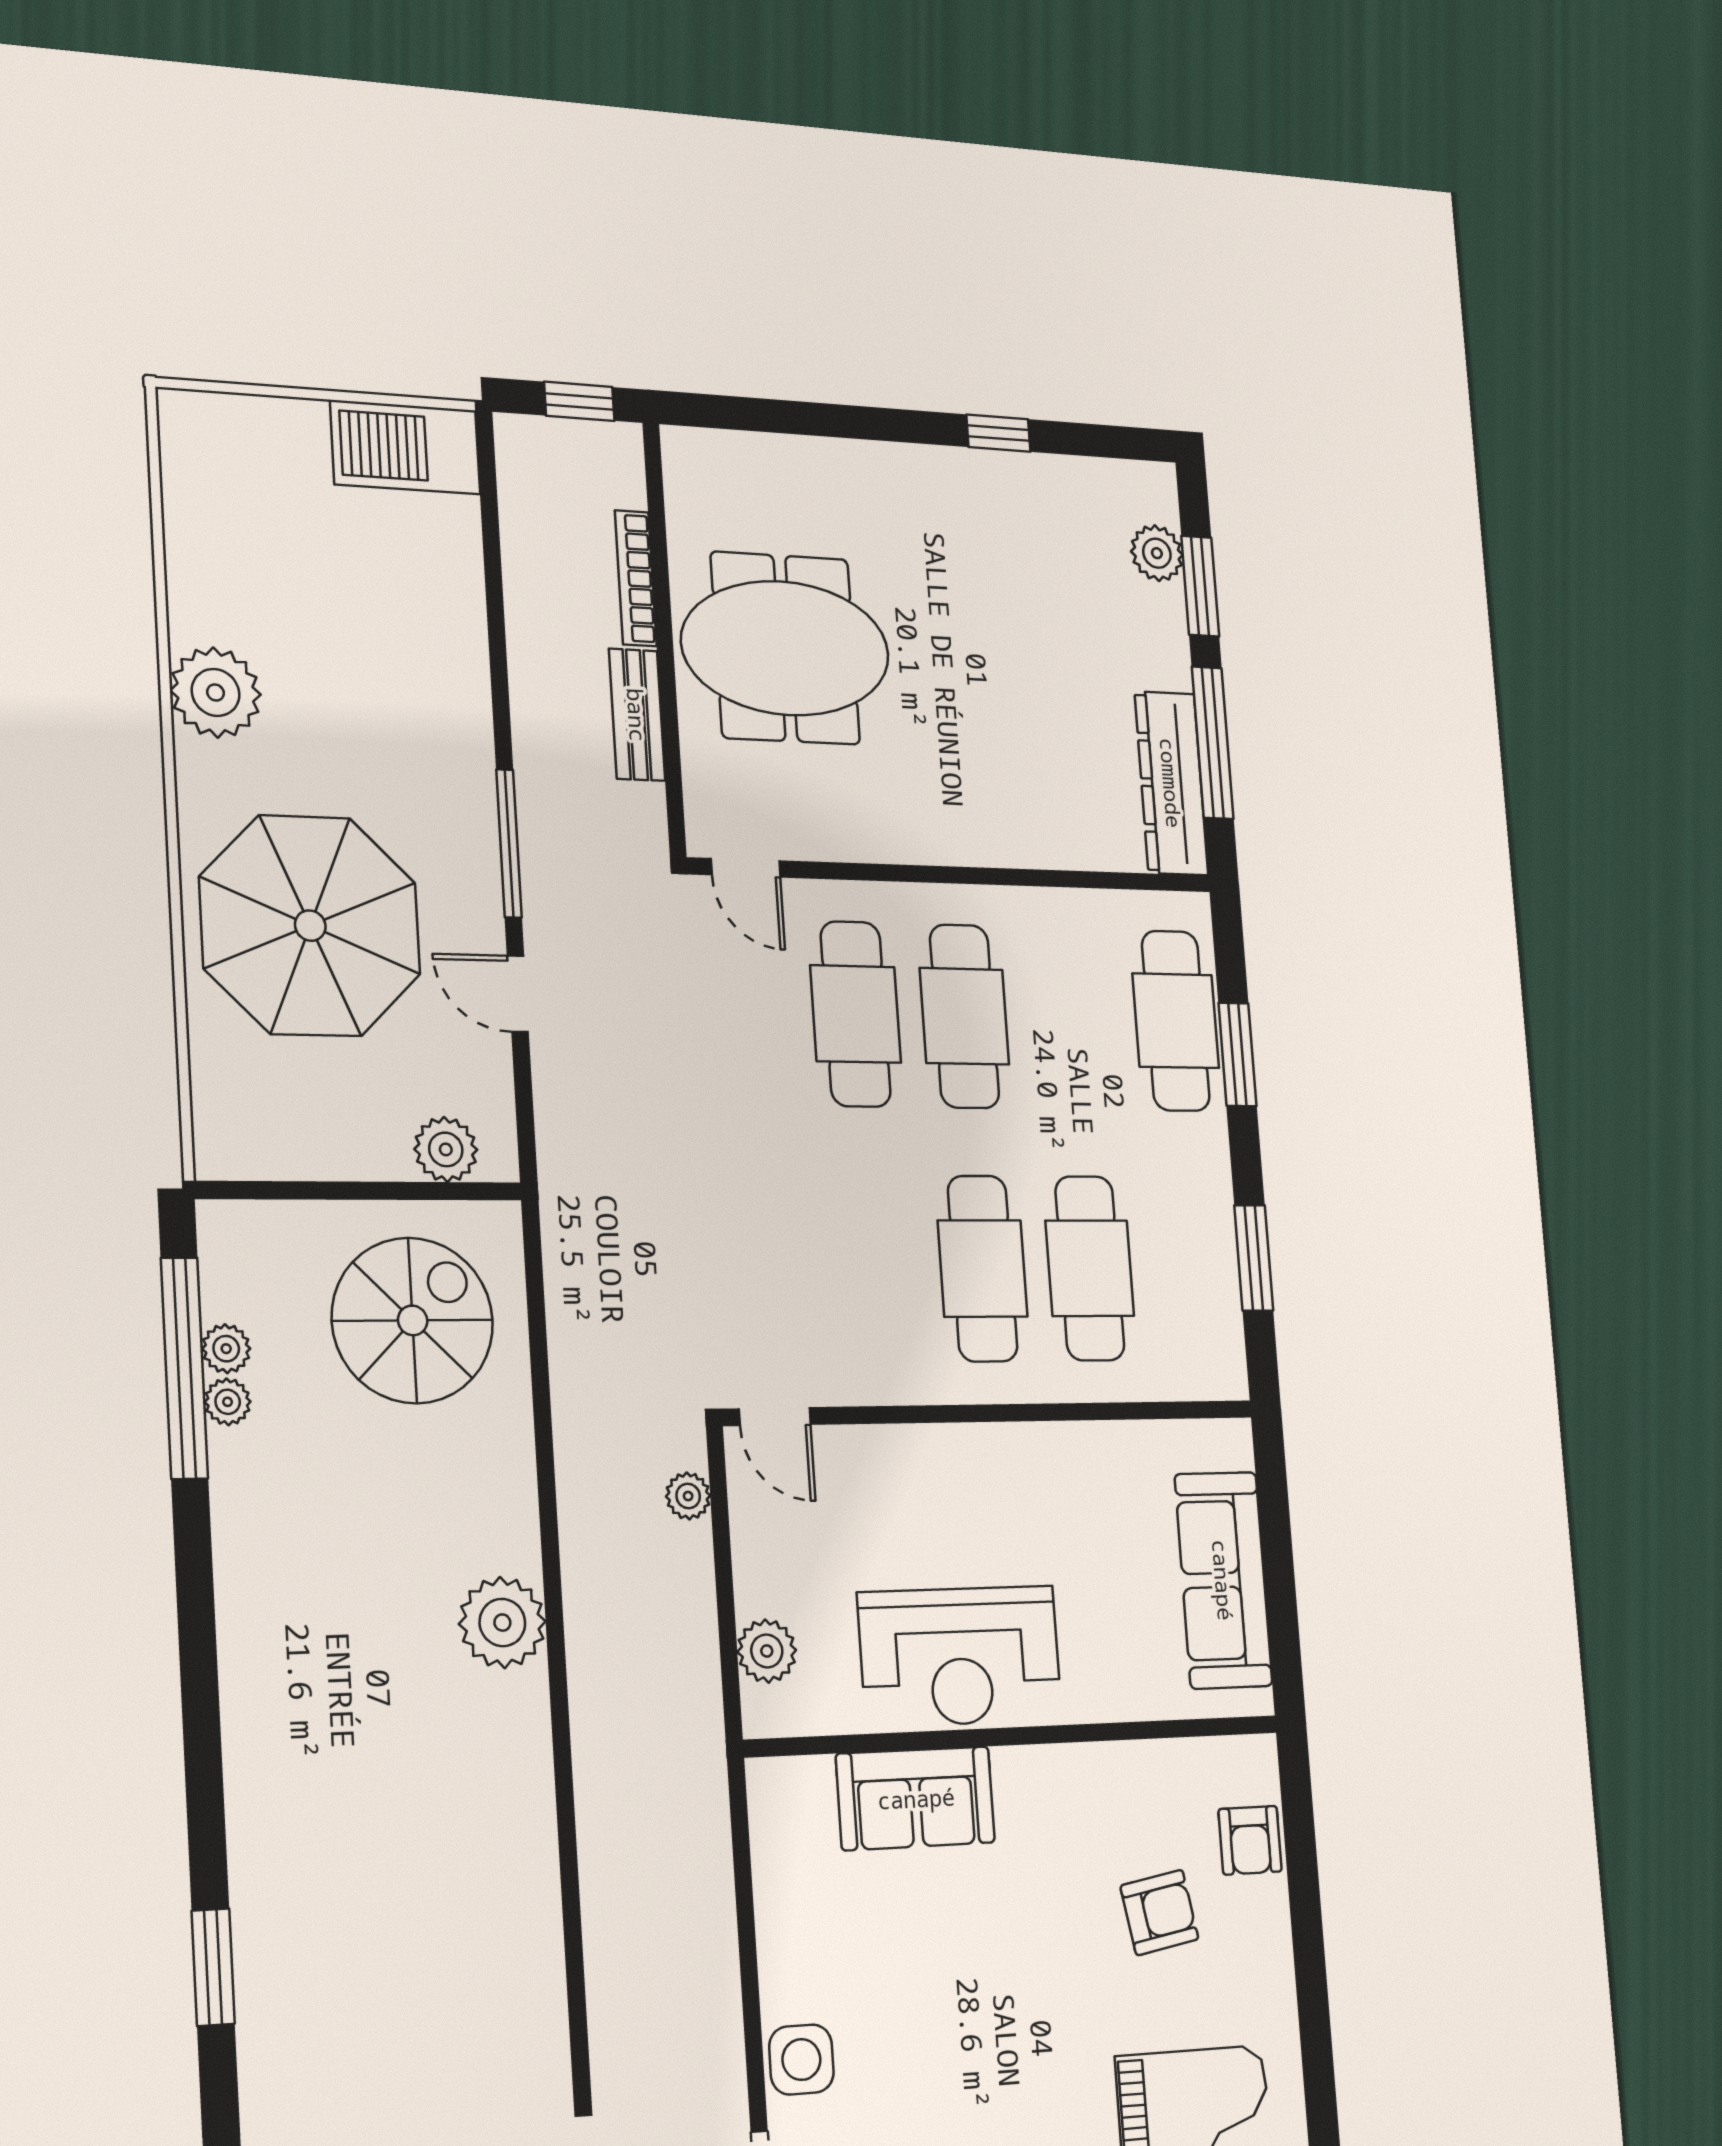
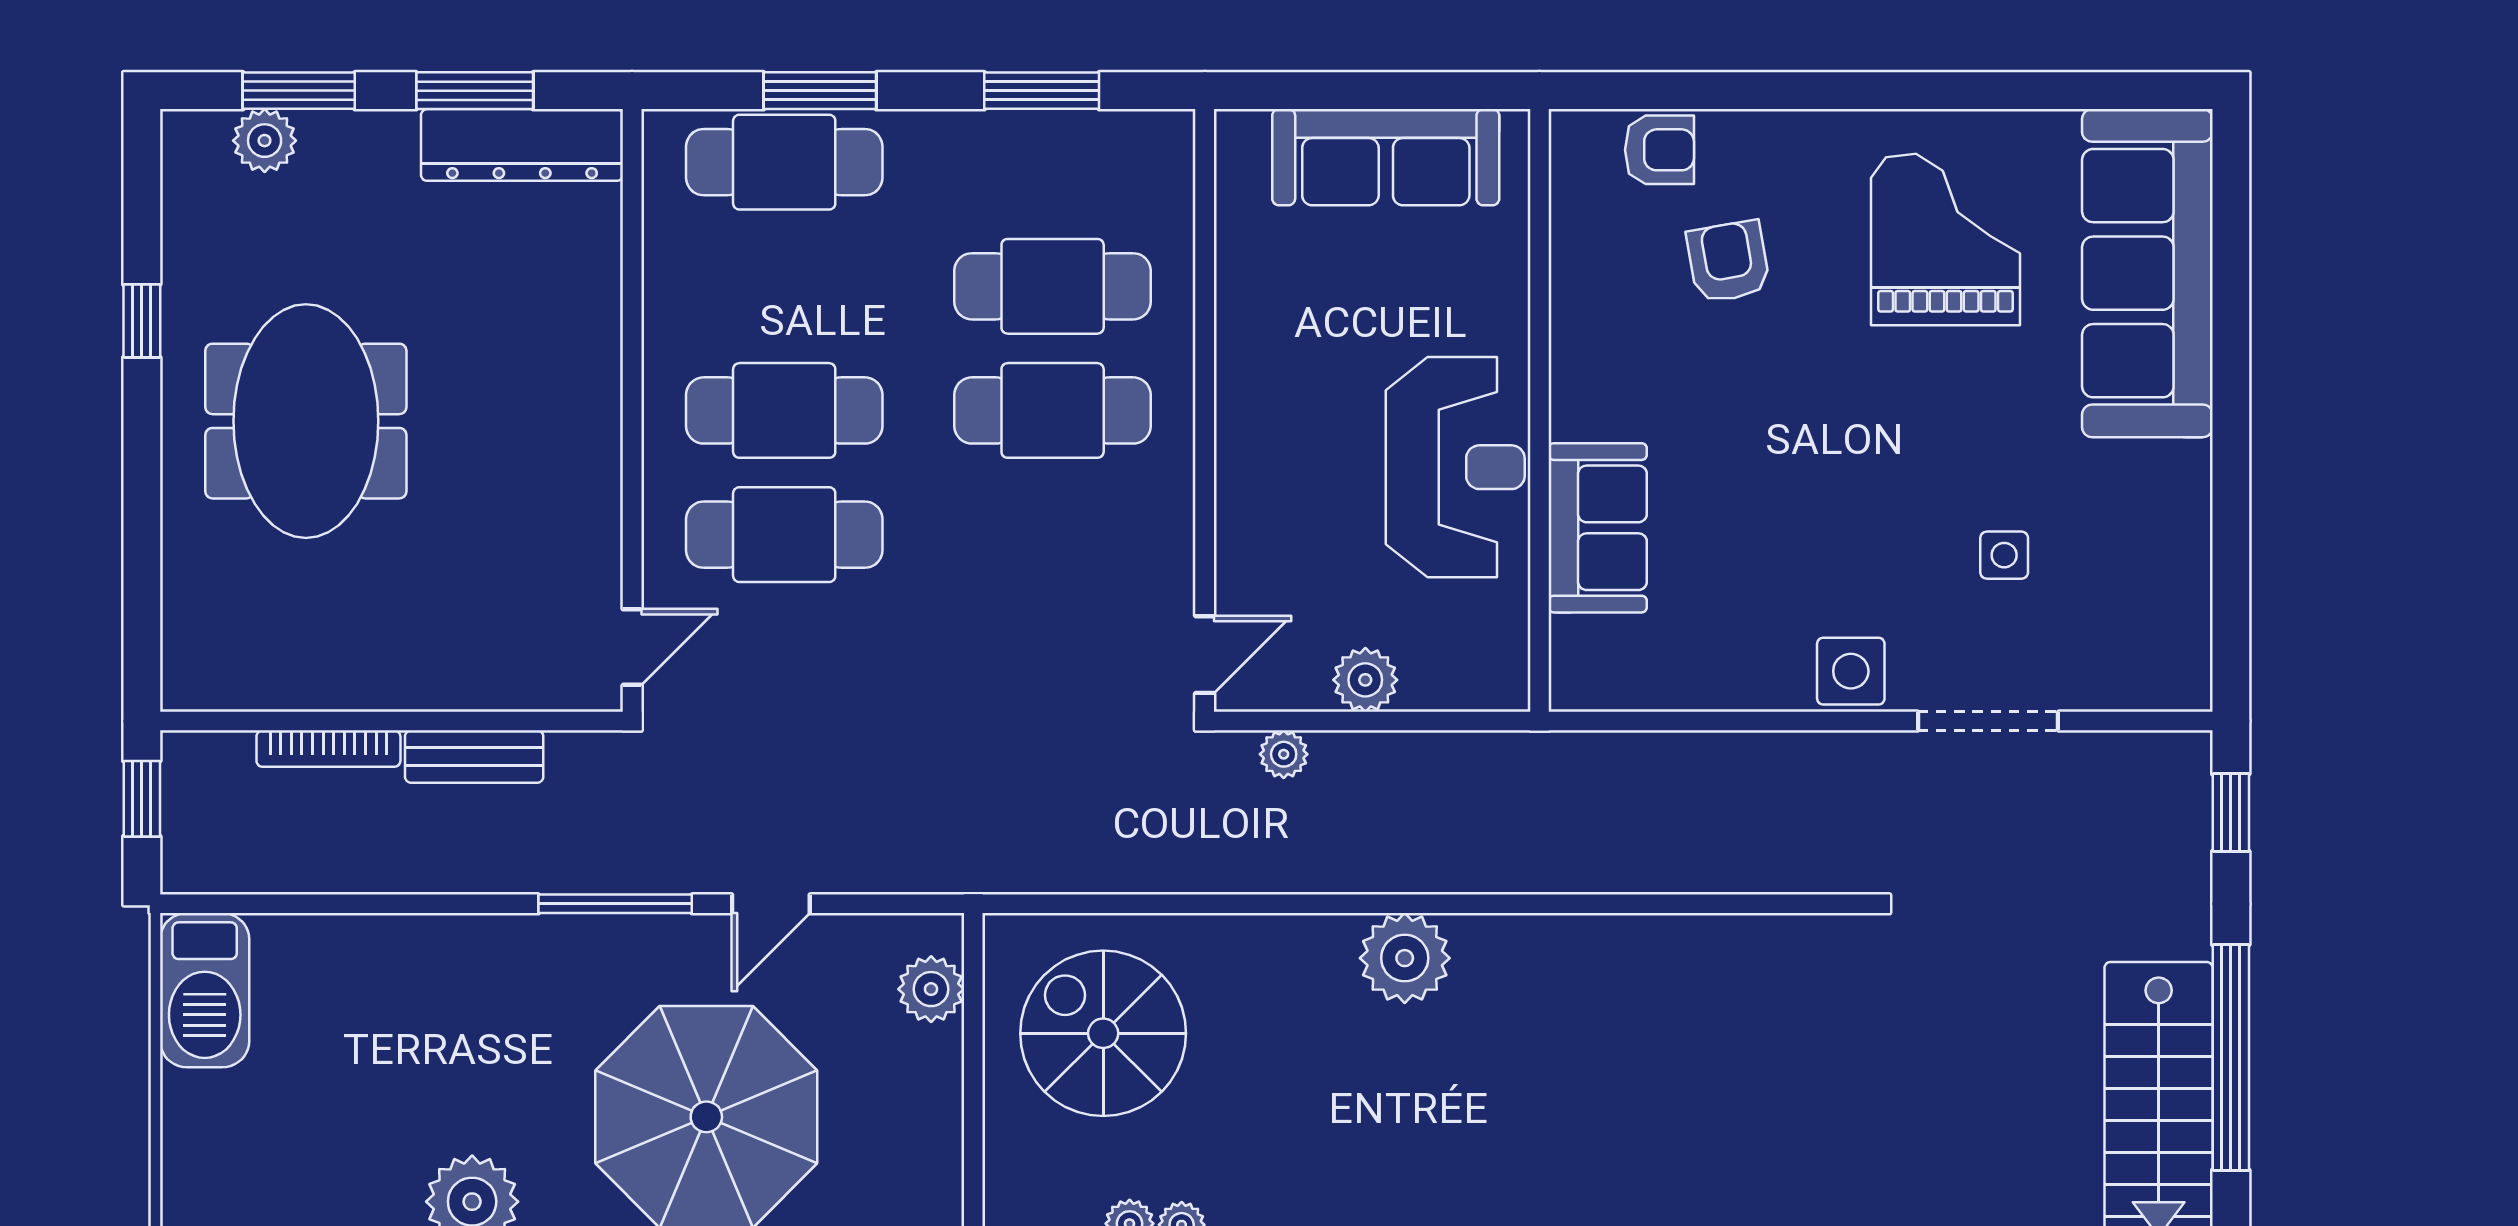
meeting table: (785, 648) -> (306, 421), moved
window: (1213, 743) -> (475, 91), width x0.69
plant: (767, 1651) -> (1365, 680), moved

